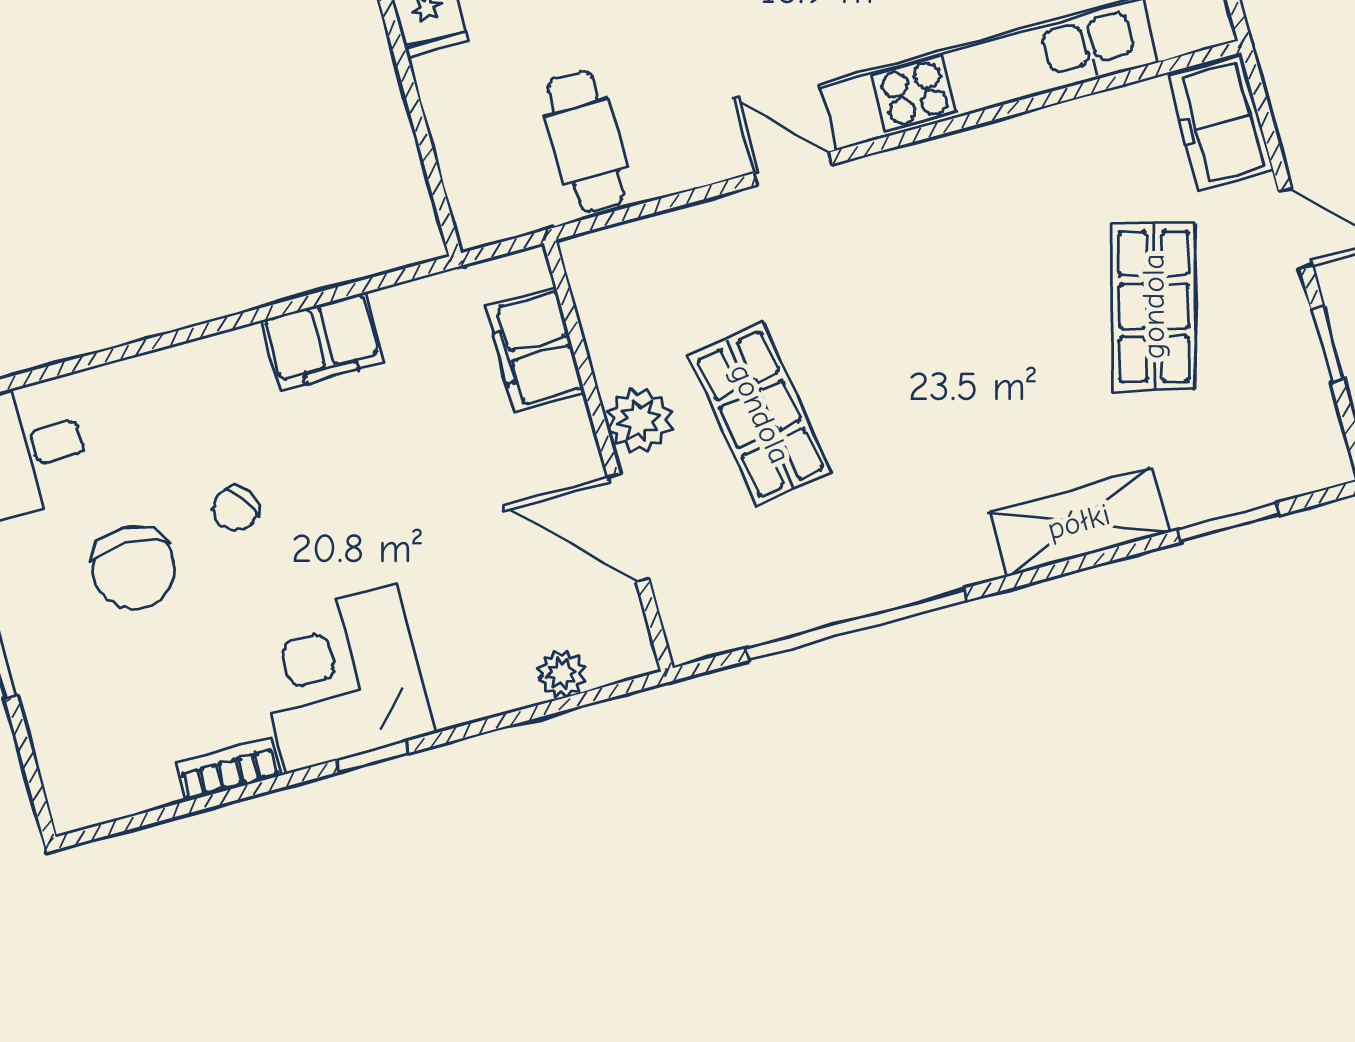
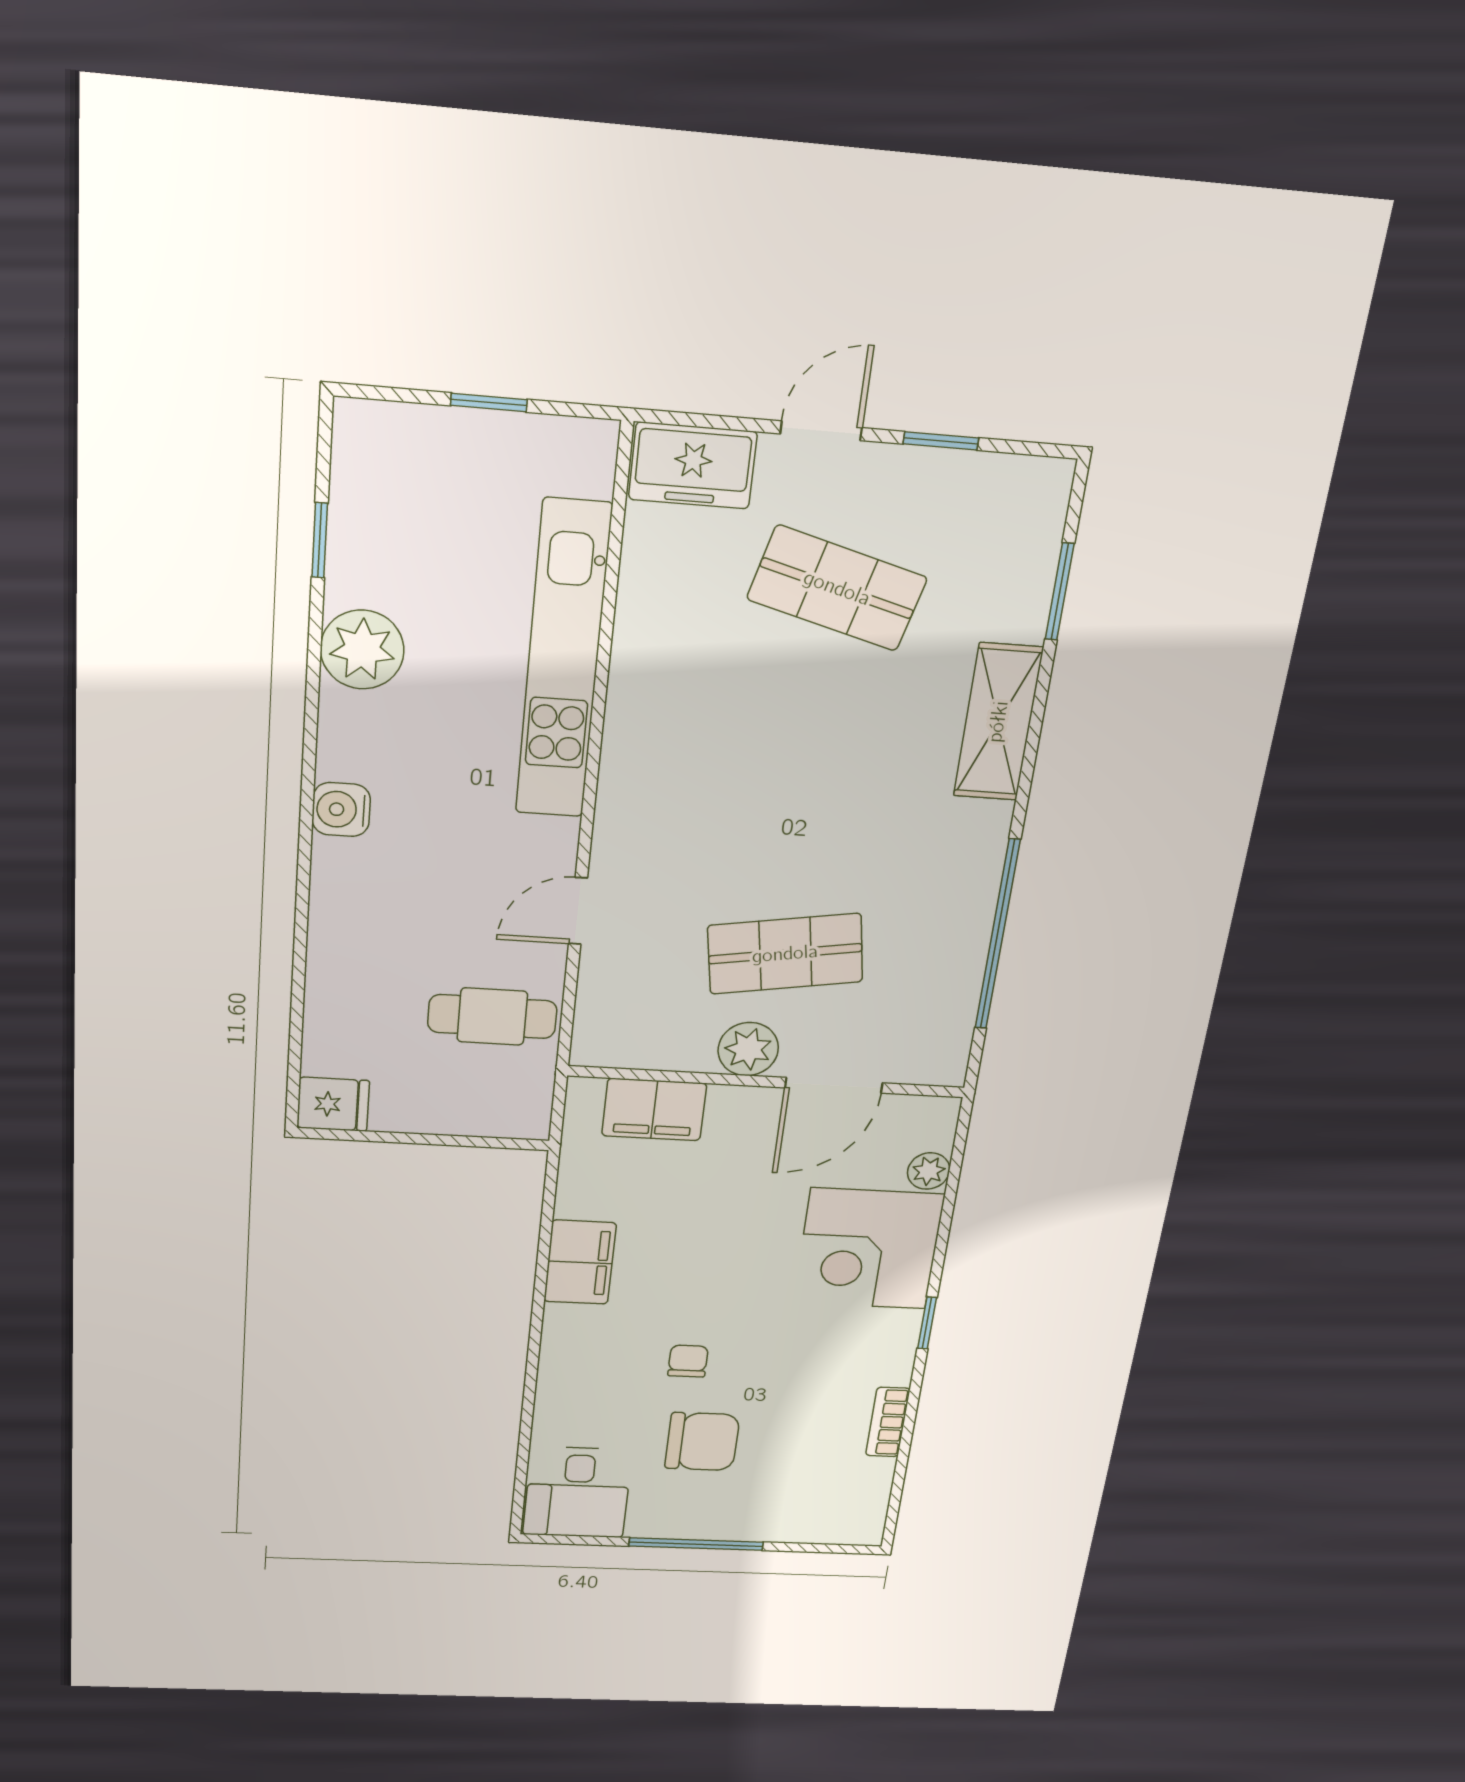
door: (793, 169) -> (578, 911), moved
chair: (235, 509) -> (688, 1361), turned -143
corner desk: (341, 678) -> (869, 1249), moved

